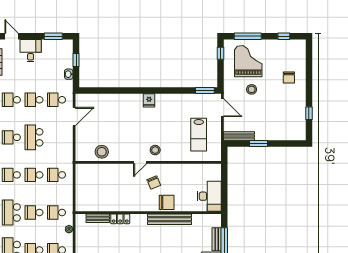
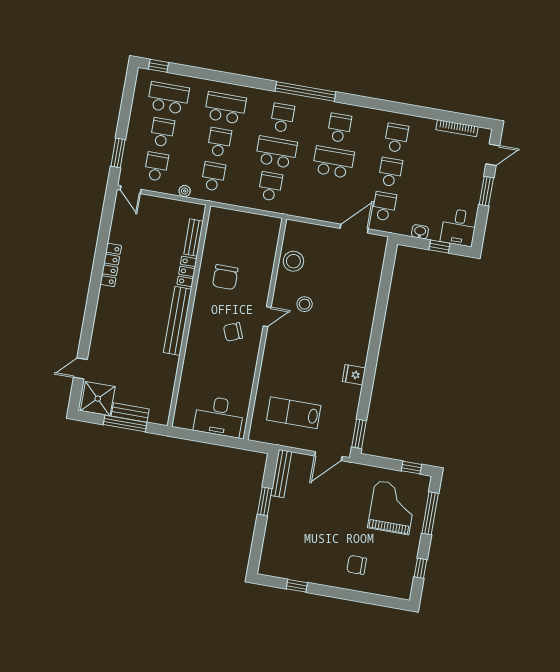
window: (53, 36) -> (486, 191), moved
desk: (31, 51) -> (459, 227), moved, turned 90
grand piano: (248, 61) -> (392, 507), turned -90
stool: (252, 89) -> (348, 505), removed
fridge: (149, 100) -> (354, 375), moved
door: (74, 117) -> (354, 229), swing flipped
stool: (155, 150) -> (305, 304), moved
door: (140, 162) -> (267, 317), swing flipped
school desk: (34, 175) -> (276, 152), width x1.85
desk: (209, 196) -> (219, 416), moved
chair: (167, 202) -> (225, 277), moved
bench: (170, 219) -> (178, 321), moved

